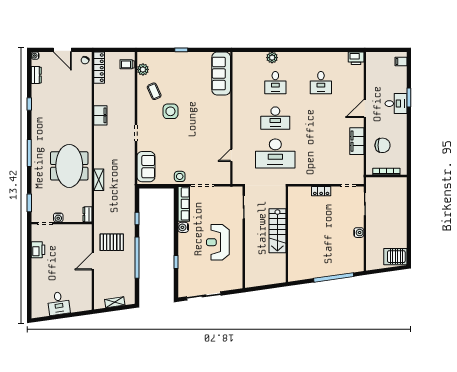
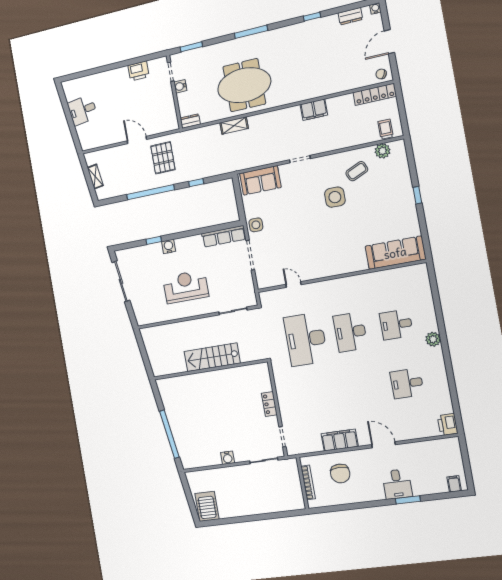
plant: (272, 58) -> (433, 339), moved
water cooler: (183, 227) -> (169, 246), moved

